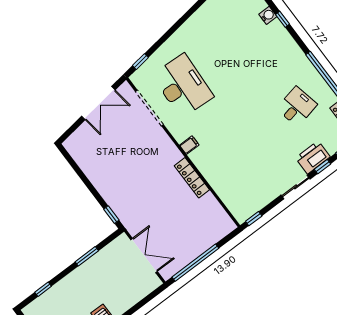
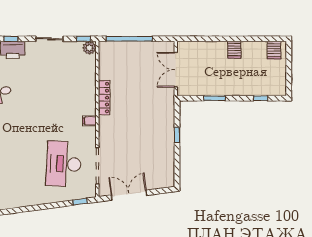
sliding door: (296, 187) -> (49, 39), moved
plant: (242, 214) -> (89, 48), added
window: (111, 215) -> (177, 135), moved
window: (195, 263) -> (129, 39), moved

